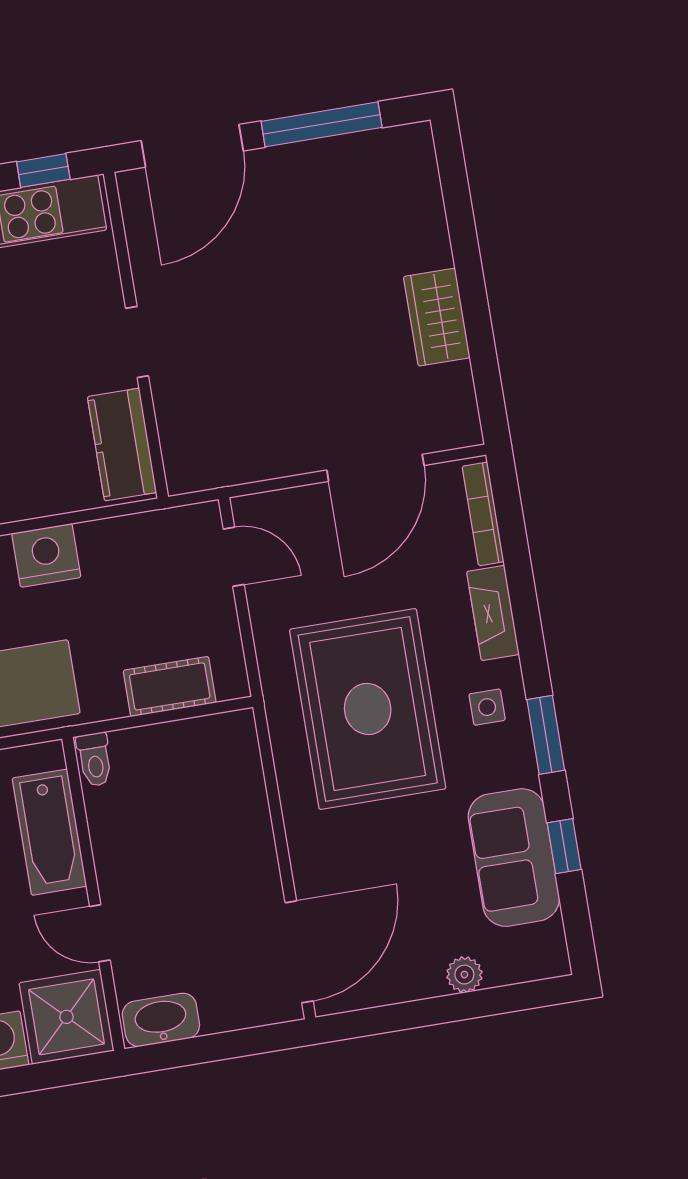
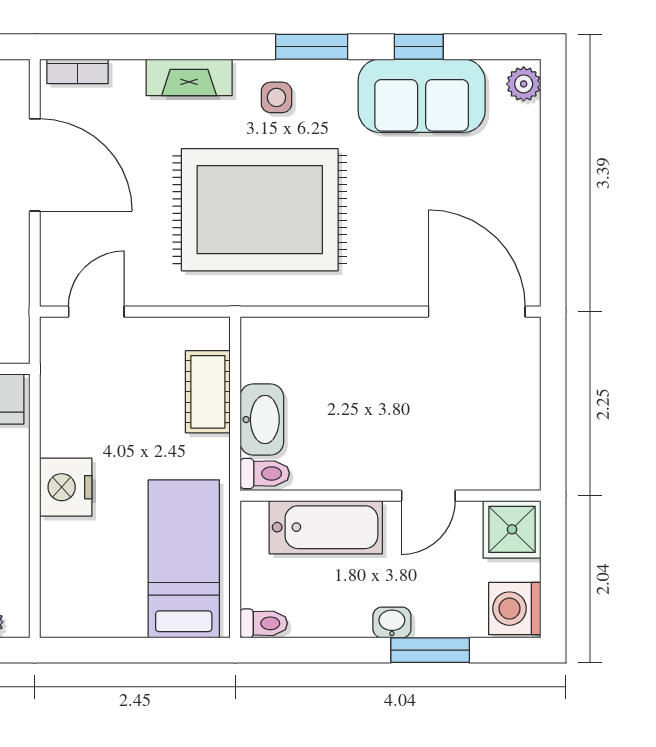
bookcase: (483, 514) -> (78, 71), width x0.64
plant: (464, 975) -> (524, 84), moved
shower: (66, 1017) -> (512, 529), width x0.73, depth x0.73
washbasin: (161, 1020) -> (262, 420), moved, turned 180

